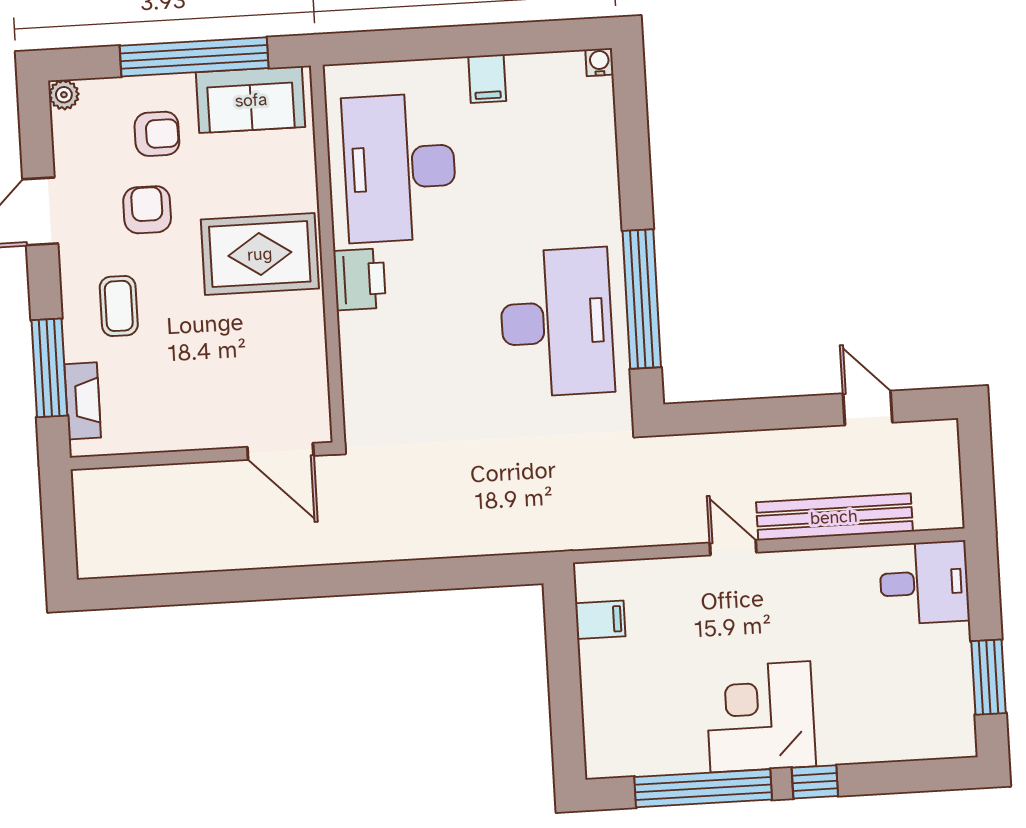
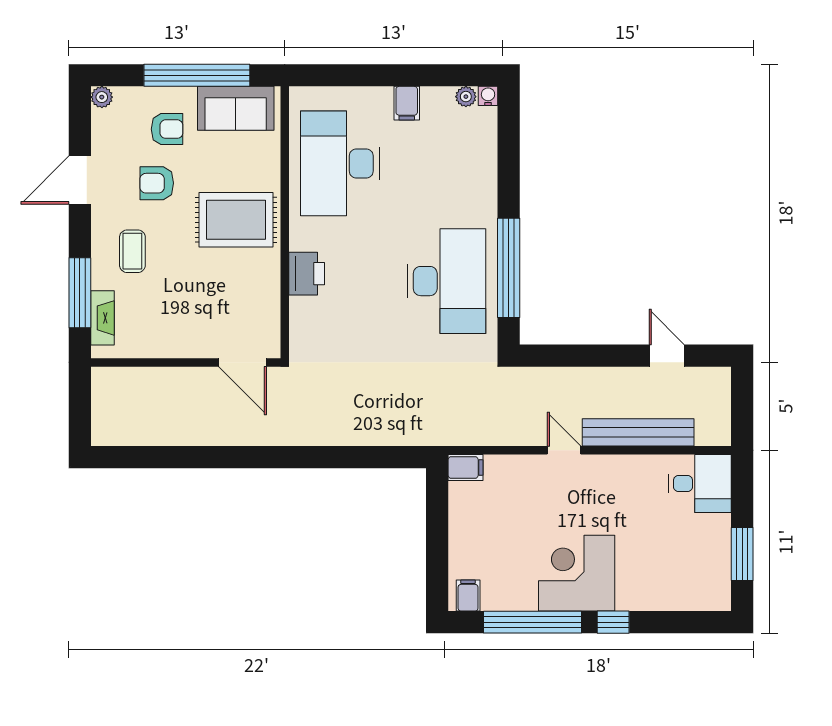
plant: (569, 65) -> (466, 97), added
armchair: (147, 210) -> (157, 183), turned -90
printer: (360, 279) -> (307, 274), moved
filing cabinet: (600, 620) -> (466, 468), moved
filing cabinet: (612, 757) -> (468, 595), added

